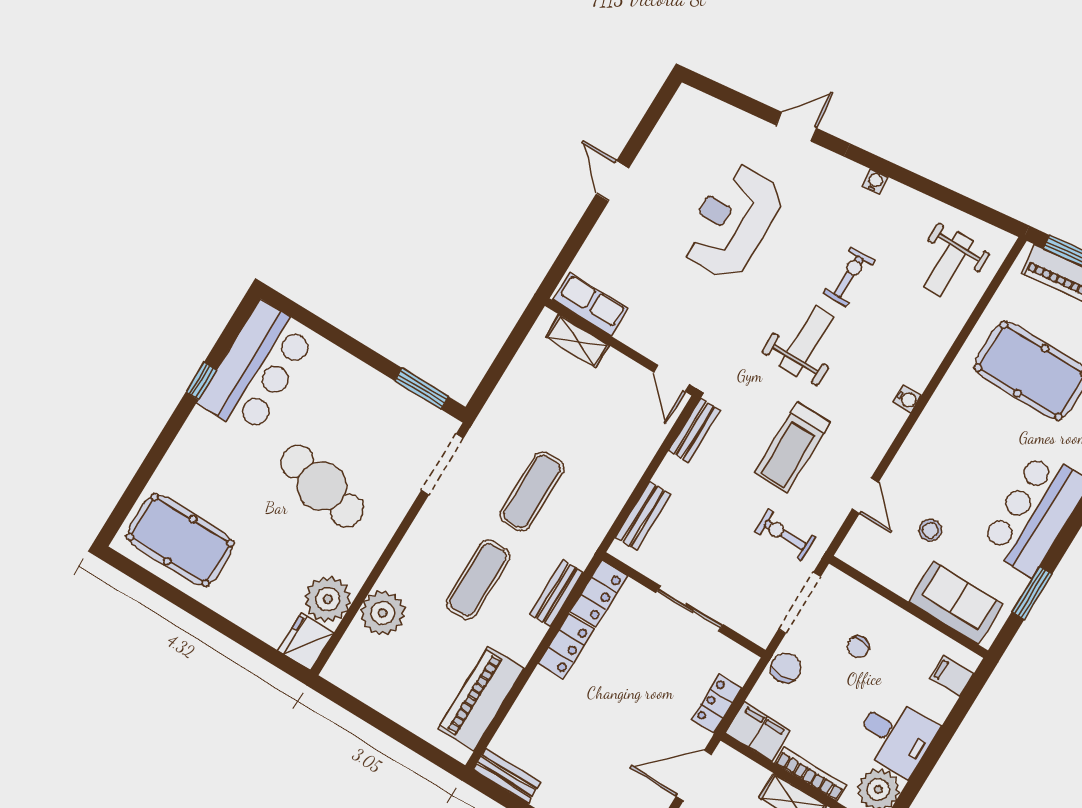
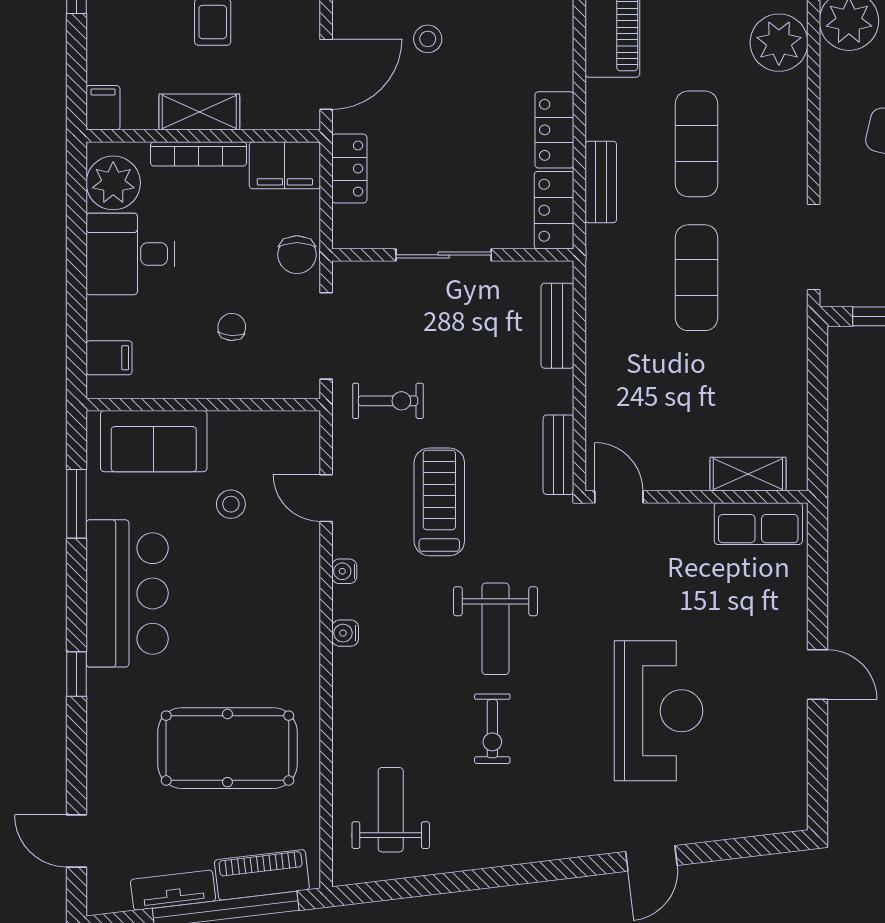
water cooler: (875, 182) -> (344, 571), moved, turned 97
stool: (613, 757) -> (428, 39), added

